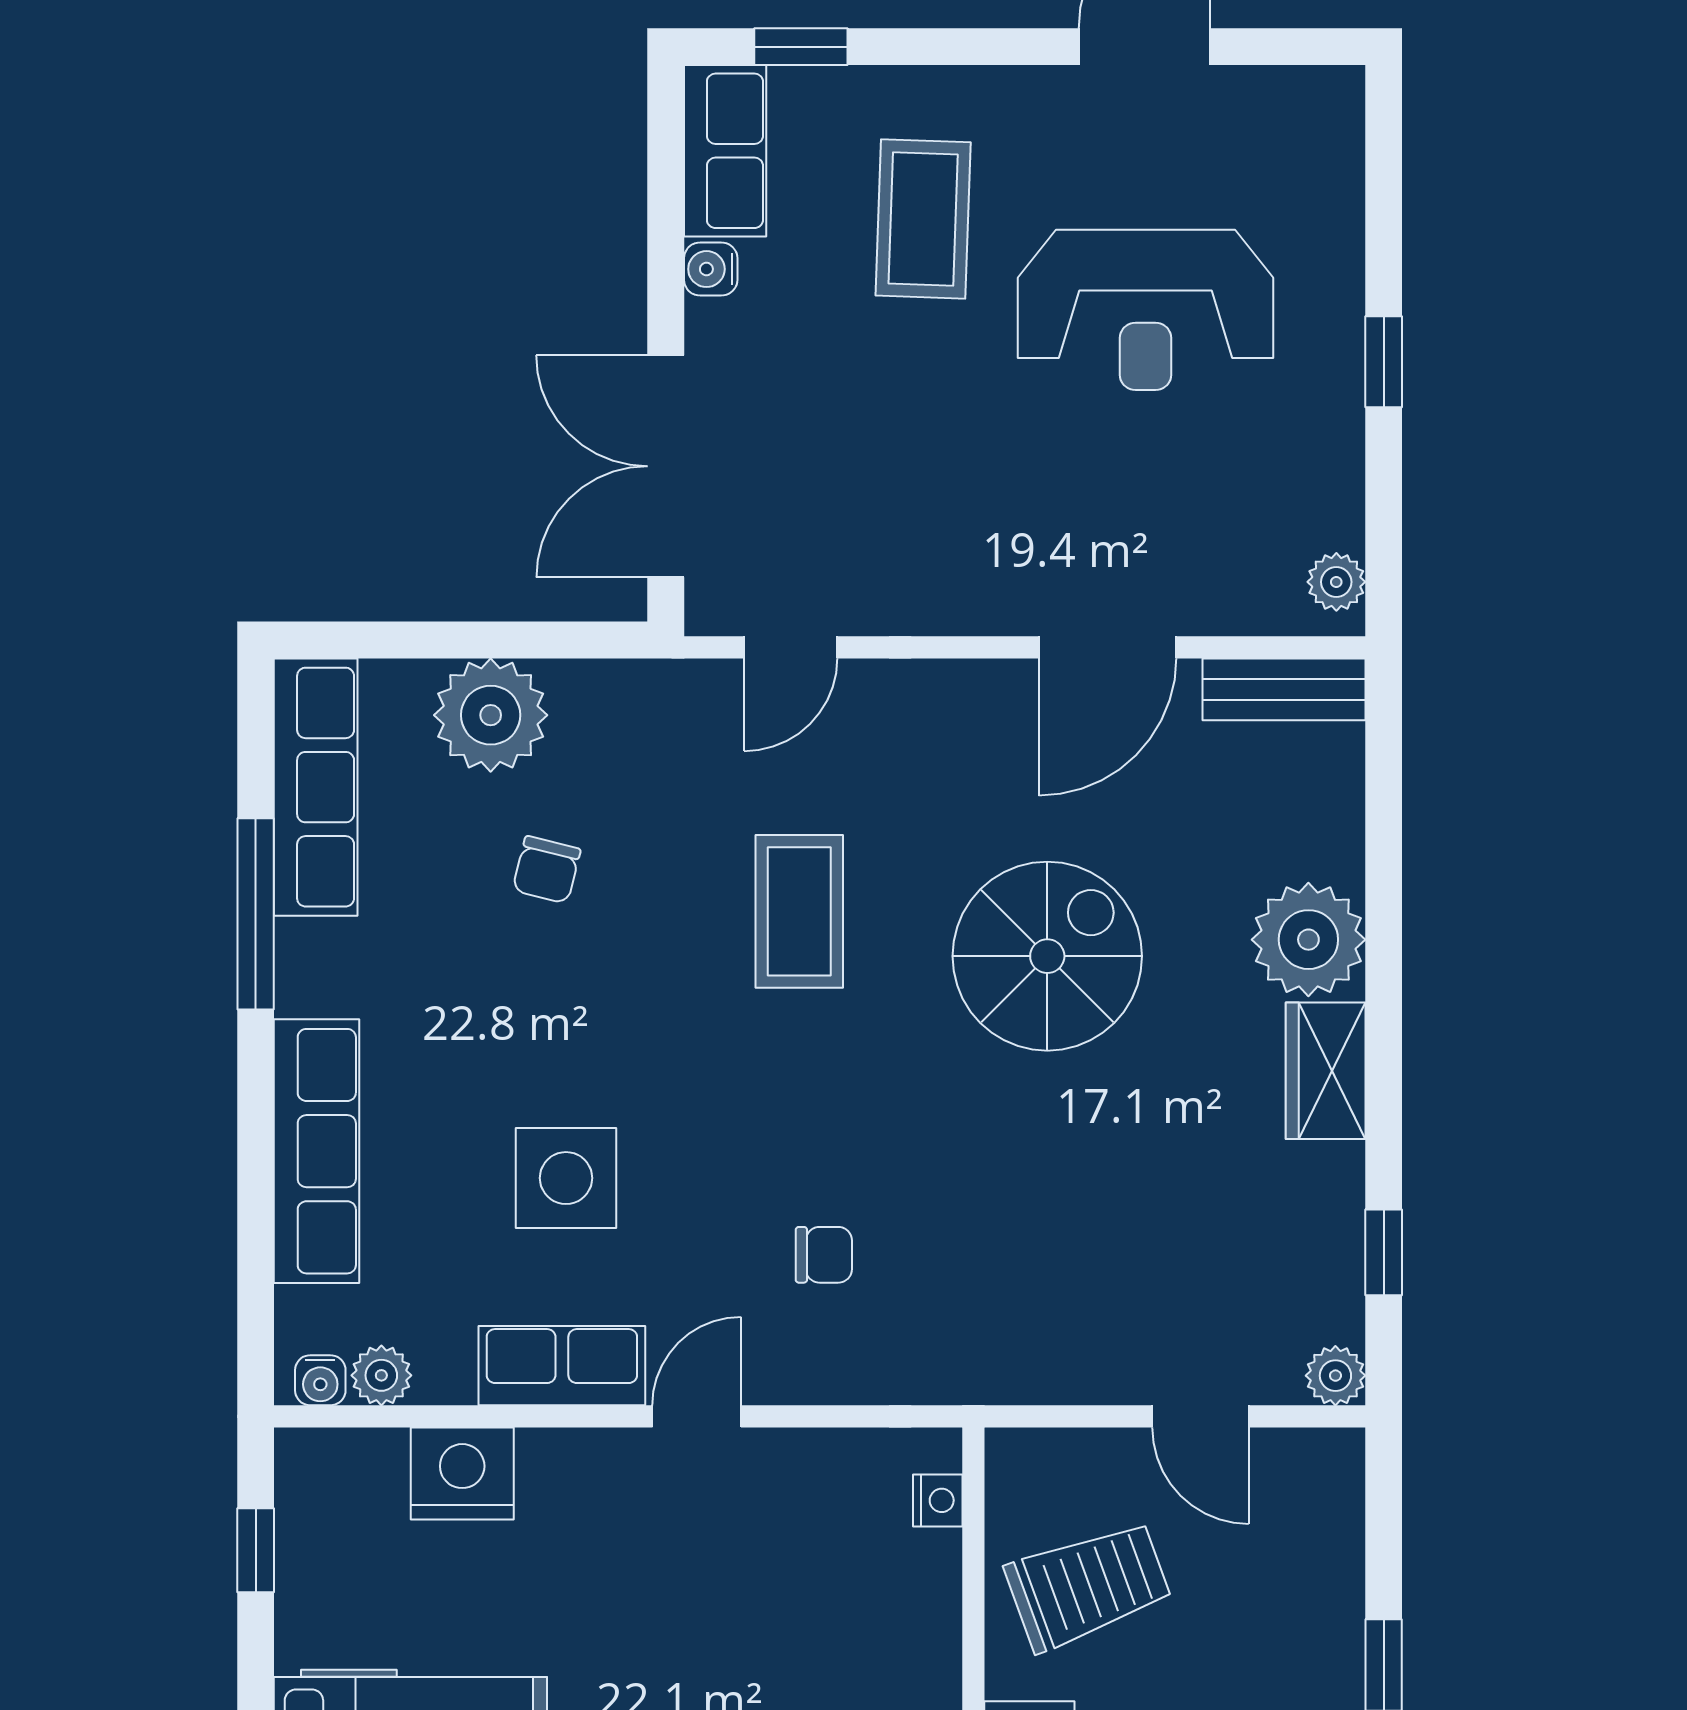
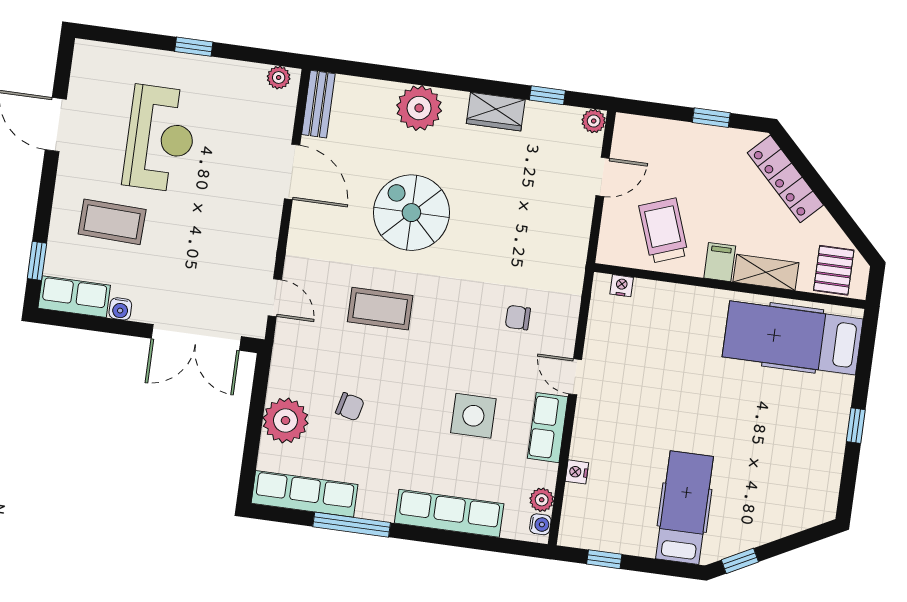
wardrobe: (1326, 1071) -> (496, 112), moved
chair: (824, 1255) -> (518, 318), turned -90
nightstand: (462, 1473) -> (577, 472), width x0.53, depth x0.56

